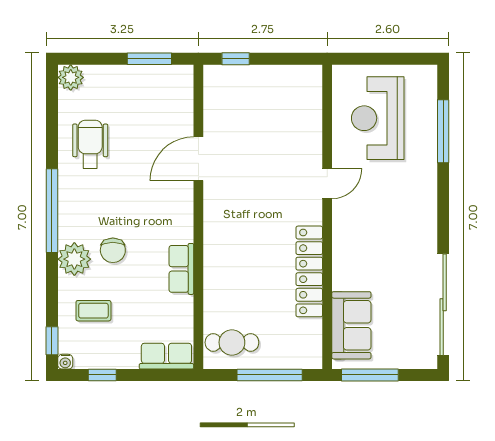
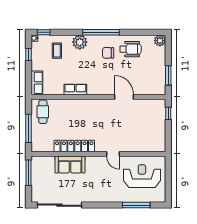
chair: (113, 250) -> (108, 53), moved
sofa: (351, 325) -> (70, 165), moved

